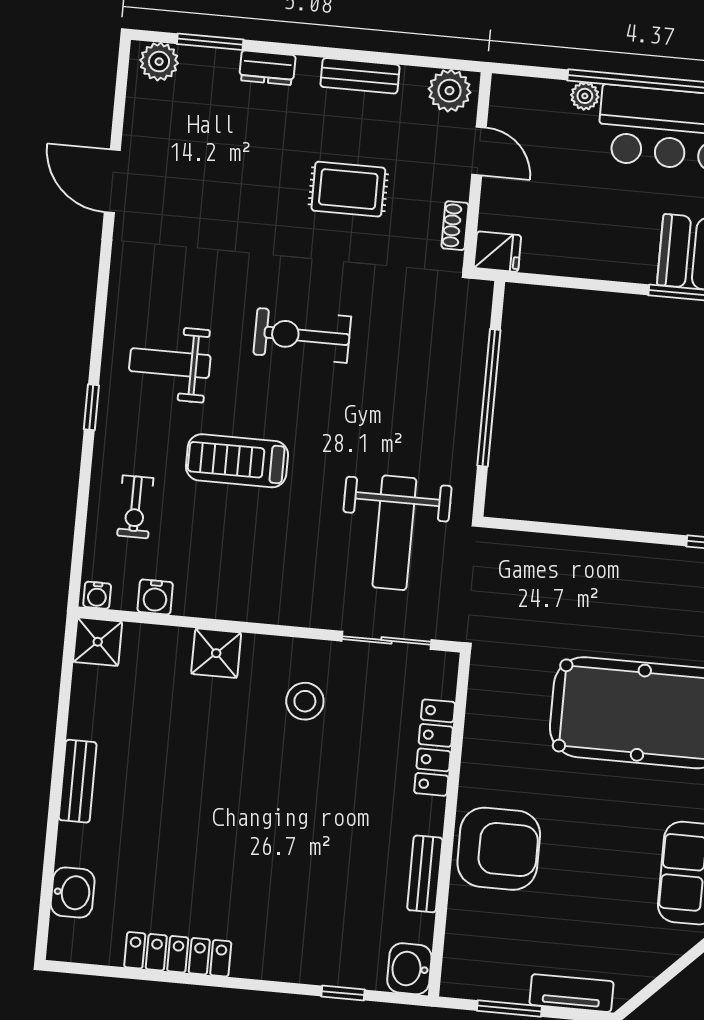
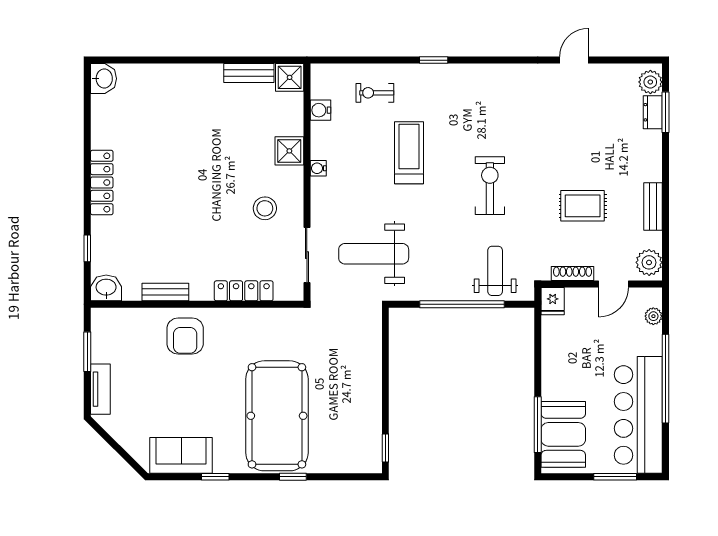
dresser: (267, 68) -> (653, 112), moved
plant: (585, 96) -> (653, 316), moved
door: (112, 181) -> (574, 60), width x0.73
rug: (348, 189) -> (583, 206), turned 90
shoe rack: (455, 226) -> (573, 274), width x1.43
weight bench: (170, 363) -> (495, 271), moved
water cooler: (97, 595) -> (318, 168), moved
bench: (78, 781) -> (249, 73), moved
armchair: (499, 849) -> (185, 336), width x0.73, depth x0.73
washbasin: (73, 893) -> (104, 79), moved, turned -90
locker: (178, 954) -> (102, 182), moved

